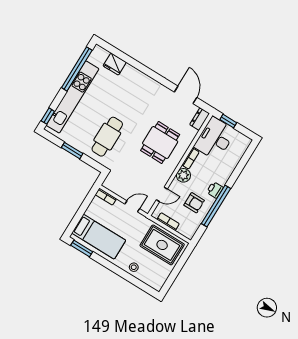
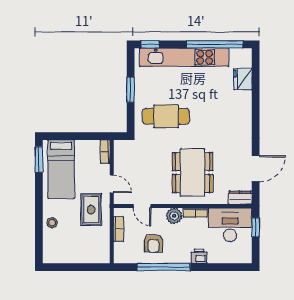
dining table: (160, 142) -> (193, 173), width x1.37
printer: (215, 190) -> (199, 256), moved
rug: (162, 245) -> (91, 210), moved, width x0.73, depth x0.70

